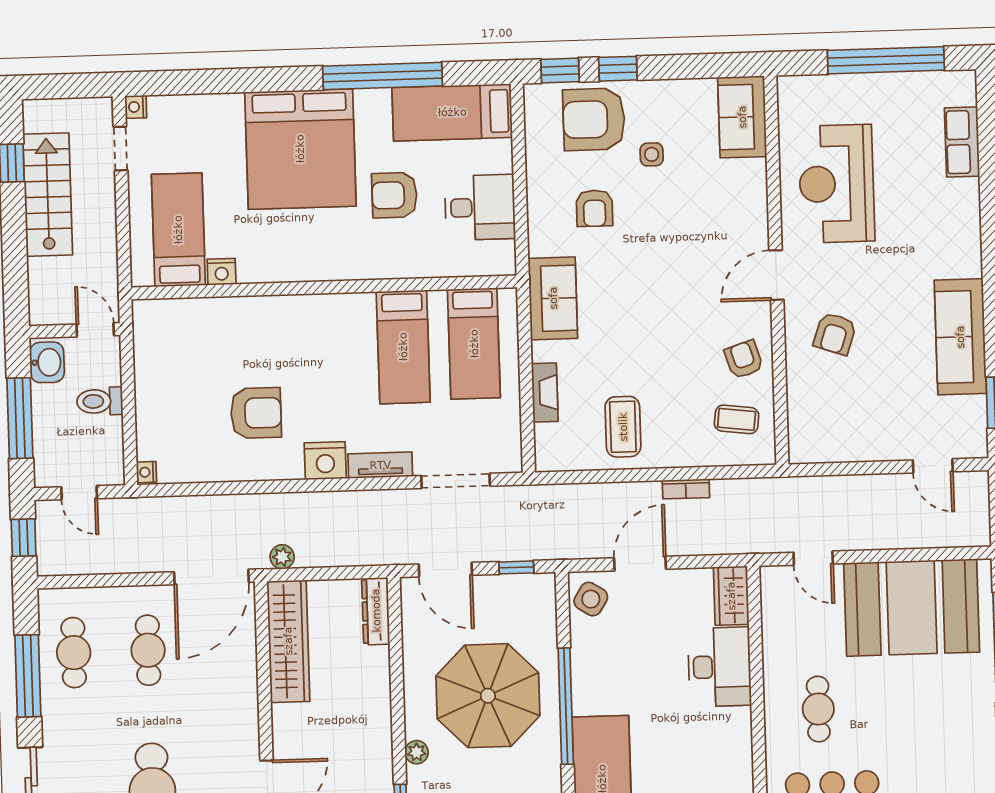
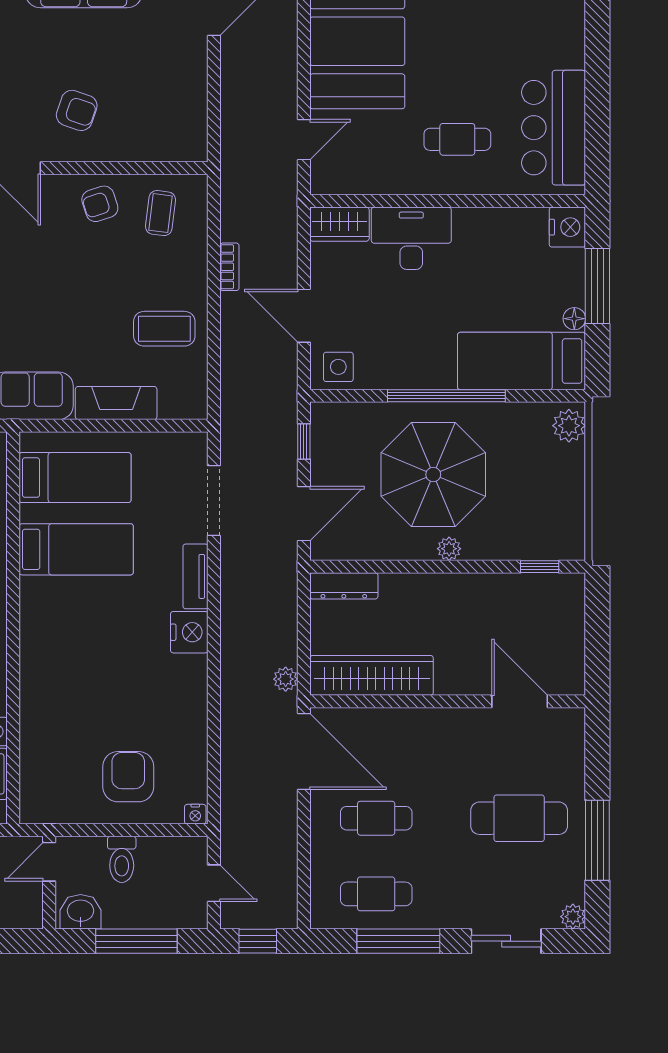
fireplace: (545, 393) -> (116, 403), width x1.37, depth x1.32
armchair: (256, 413) -> (128, 777), moved
door: (79, 493) -> (214, 883), hinge flipped
side table: (591, 599) -> (338, 367), turned -32
plant: (417, 752) -> (449, 549), moved

